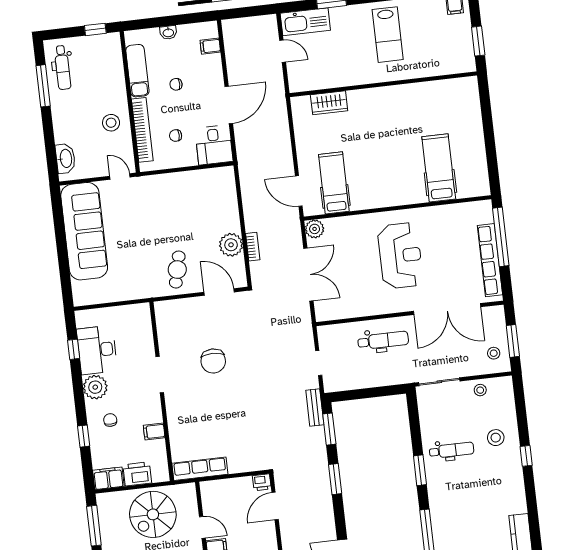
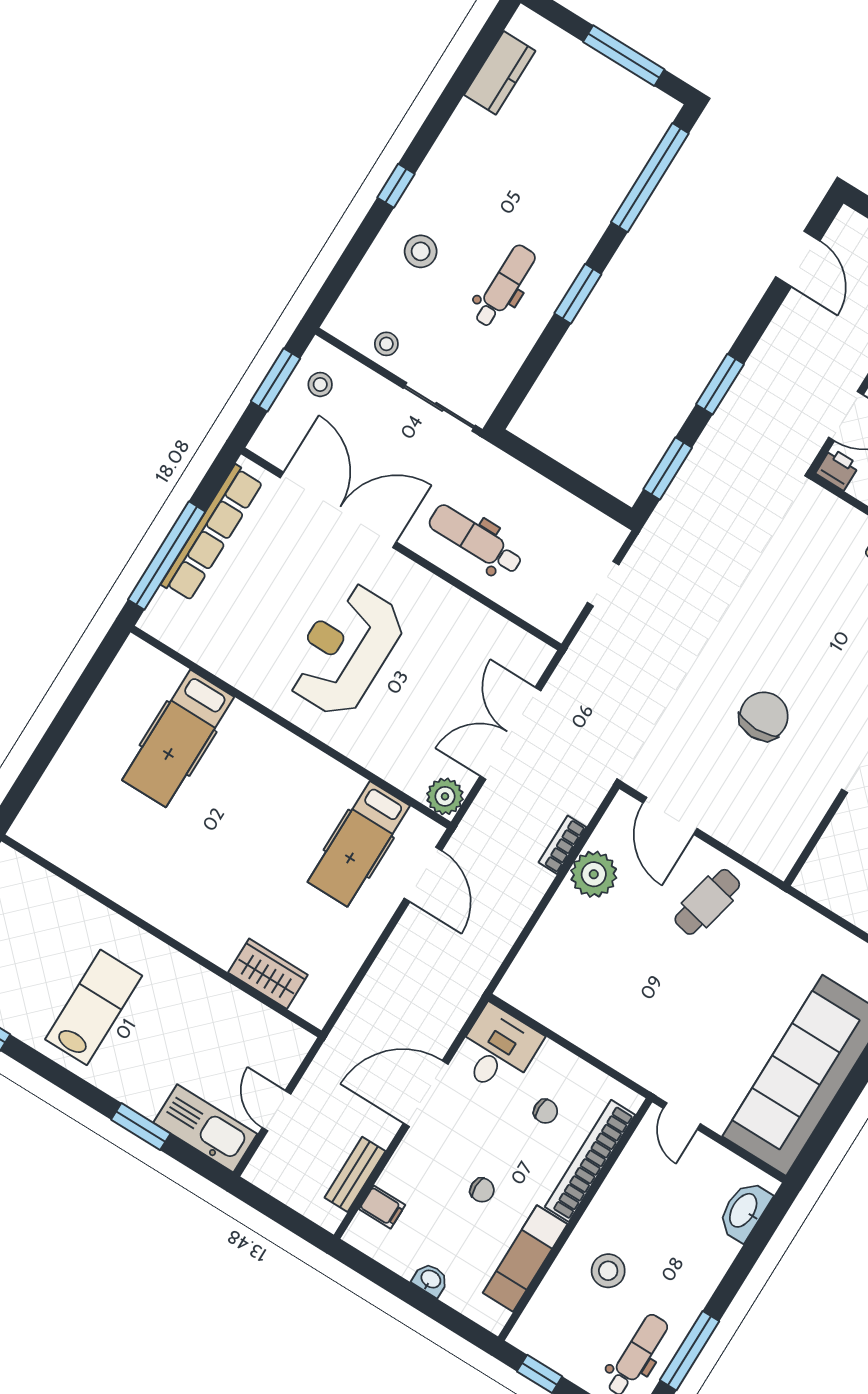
stool: (111, 123) -> (608, 1271), moved
bench: (315, 407) -> (355, 1174), moved
dental chair: (452, 450) -> (504, 286), turned 90

